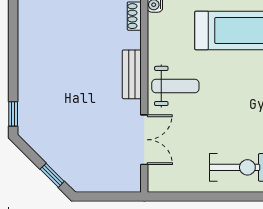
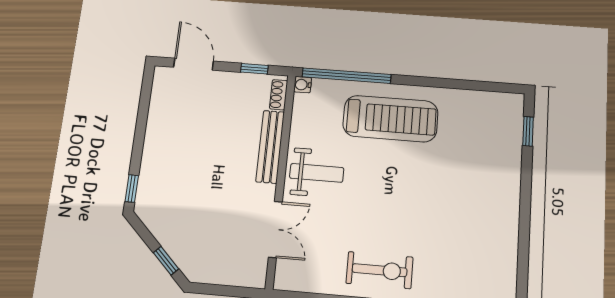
bench: (132, 74) -> (270, 147), width x1.36

